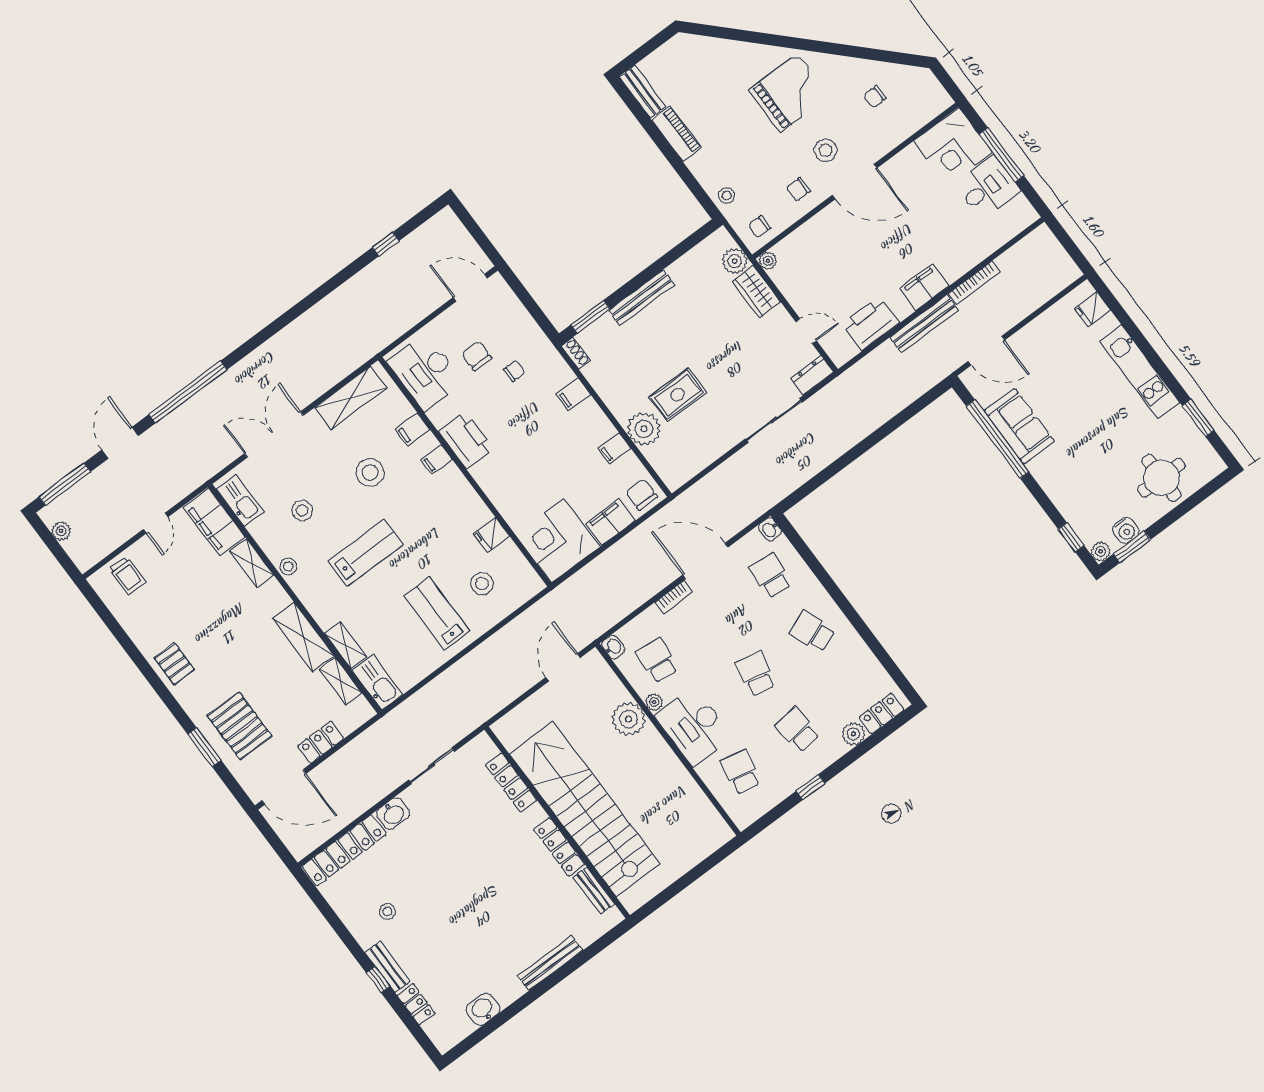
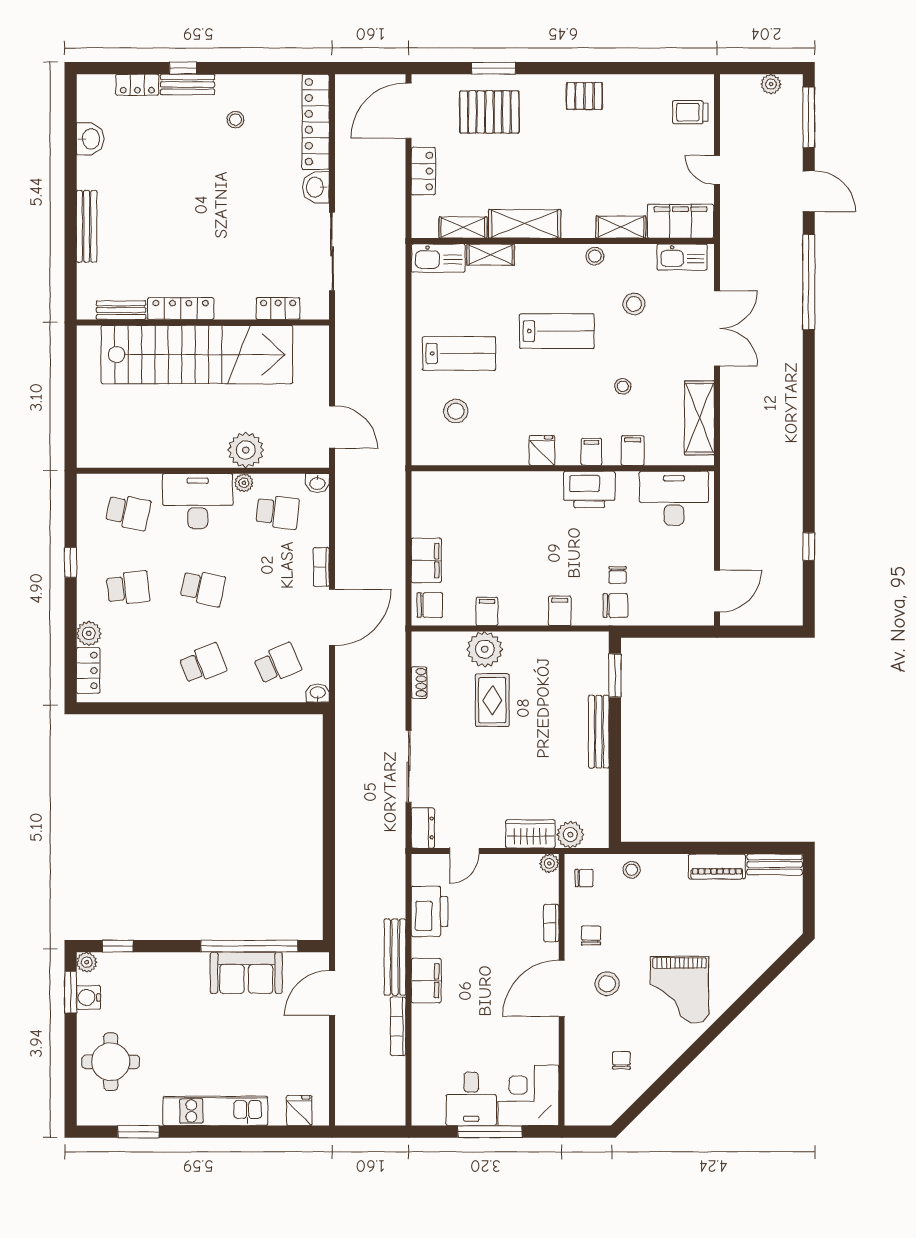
bookcase: (811, 226) -> (551, 923), added
chair: (759, 227) -> (584, 878), turned 90
shoe rack: (576, 353) -> (419, 683), moved, turned -90
chair: (477, 356) -> (615, 605), moved
stool: (370, 473) -> (623, 386), width x0.53, depth x0.53
fridge: (491, 535) -> (542, 450), moved
corner desk: (558, 541) -> (444, 504), removed
lab bench: (366, 553) -> (557, 331), turned -90
school desk: (771, 576) -> (277, 664), turned -30
sliding door: (432, 766) -> (332, 251), width x1.37
locker: (511, 783) -> (278, 309), width x0.66

